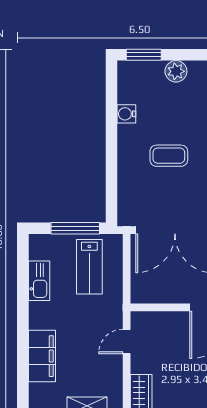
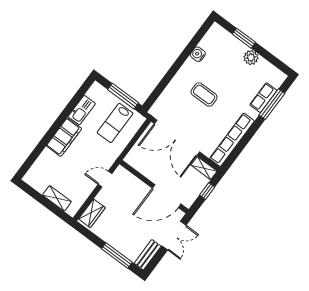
window: (144, 55) -> (244, 38), moved
plant: (176, 71) -> (251, 58), moved
filing cabinet: (42, 356) -> (64, 137), moved

